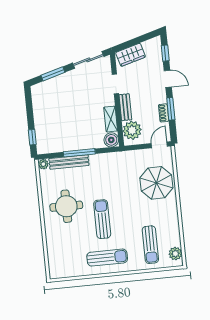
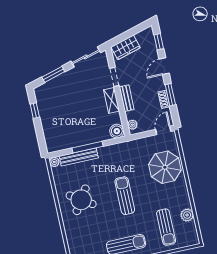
door: (168, 79) -> (164, 66), swing flipped
shelving: (111, 119) -> (111, 100), moved
plant: (132, 130) -> (132, 125), width x0.53, depth x0.53
window: (32, 137) -> (35, 111), moved
round table: (66, 206) -> (81, 200), turned 33
sun lounger: (102, 219) -> (125, 196), moved
plant: (175, 254) -> (187, 215), moved

